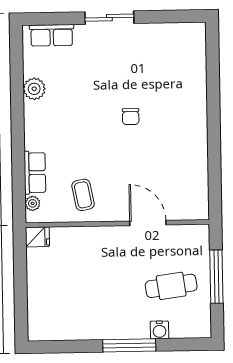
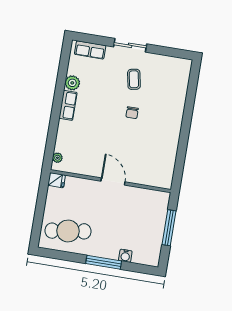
row of seats: (35, 173) -> (68, 105), moved
coffee table: (83, 195) -> (134, 79), moved
door: (148, 223) -> (113, 181), moved
cafe table: (171, 286) -> (68, 231), moved, width x1.37, depth x1.35

